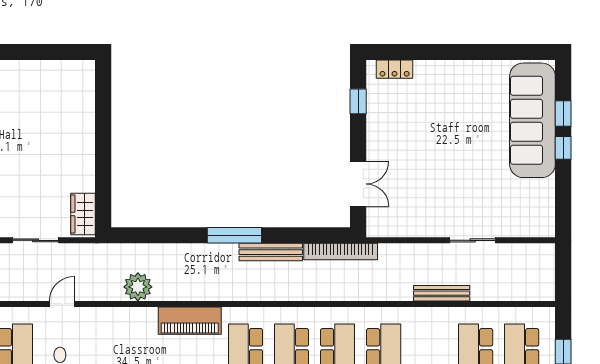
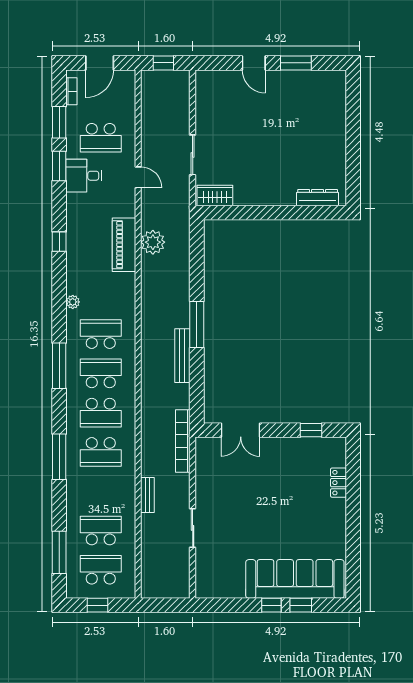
locker: (395, 69) -> (339, 483), moved
dresser: (86, 94) -> (318, 198), added
bookcase: (341, 252) -> (183, 441), moved
bench: (442, 293) -> (147, 495), width x0.73
piano: (190, 321) -> (124, 245), moved

